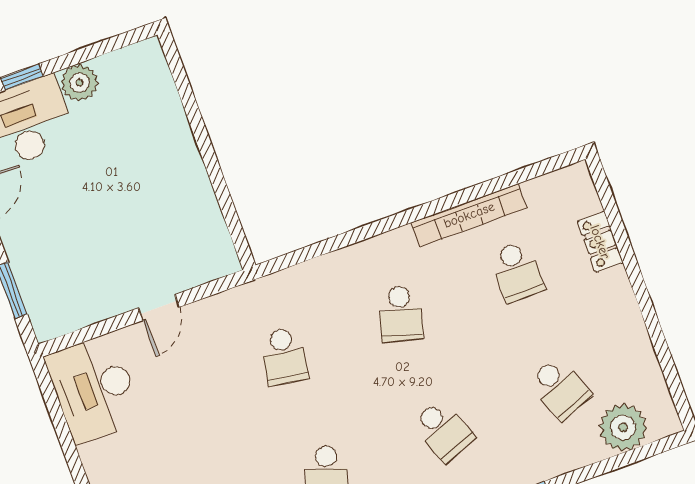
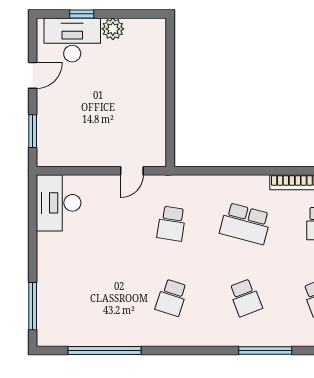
door: (159, 307) -> (132, 171), moved
school desk: (400, 314) -> (245, 224), width x1.85

